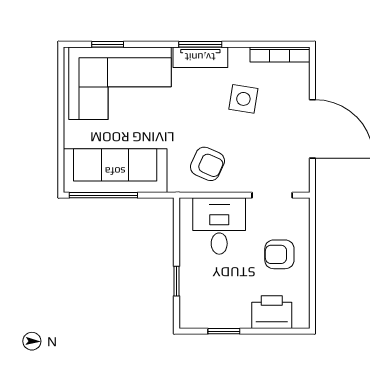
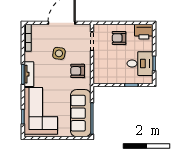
side table: (243, 99) -> (59, 53), moved
armchair: (207, 164) -> (78, 71), turned -114
desk: (219, 226) -> (140, 64), moved, turned 180
armchair: (279, 254) -> (119, 38), turned 90
printer: (272, 312) -> (144, 32), moved, turned -90

